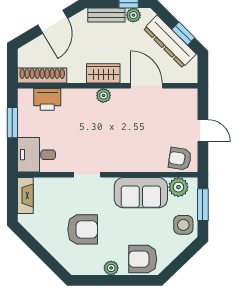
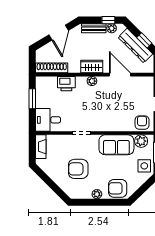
printer: (47, 99) -> (66, 84), moved
armchair: (180, 159) -> (142, 123), turned 81
armchair: (83, 229) -> (78, 169), turned 180

